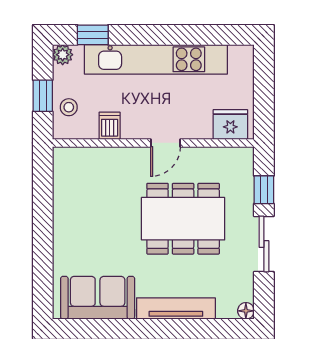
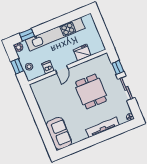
fridge: (230, 125) -> (82, 53), moved
door: (165, 143) -> (62, 69), moved
dining table: (183, 219) -> (91, 91), width x0.73
sofa: (98, 298) -> (59, 133), moved, turned 90

